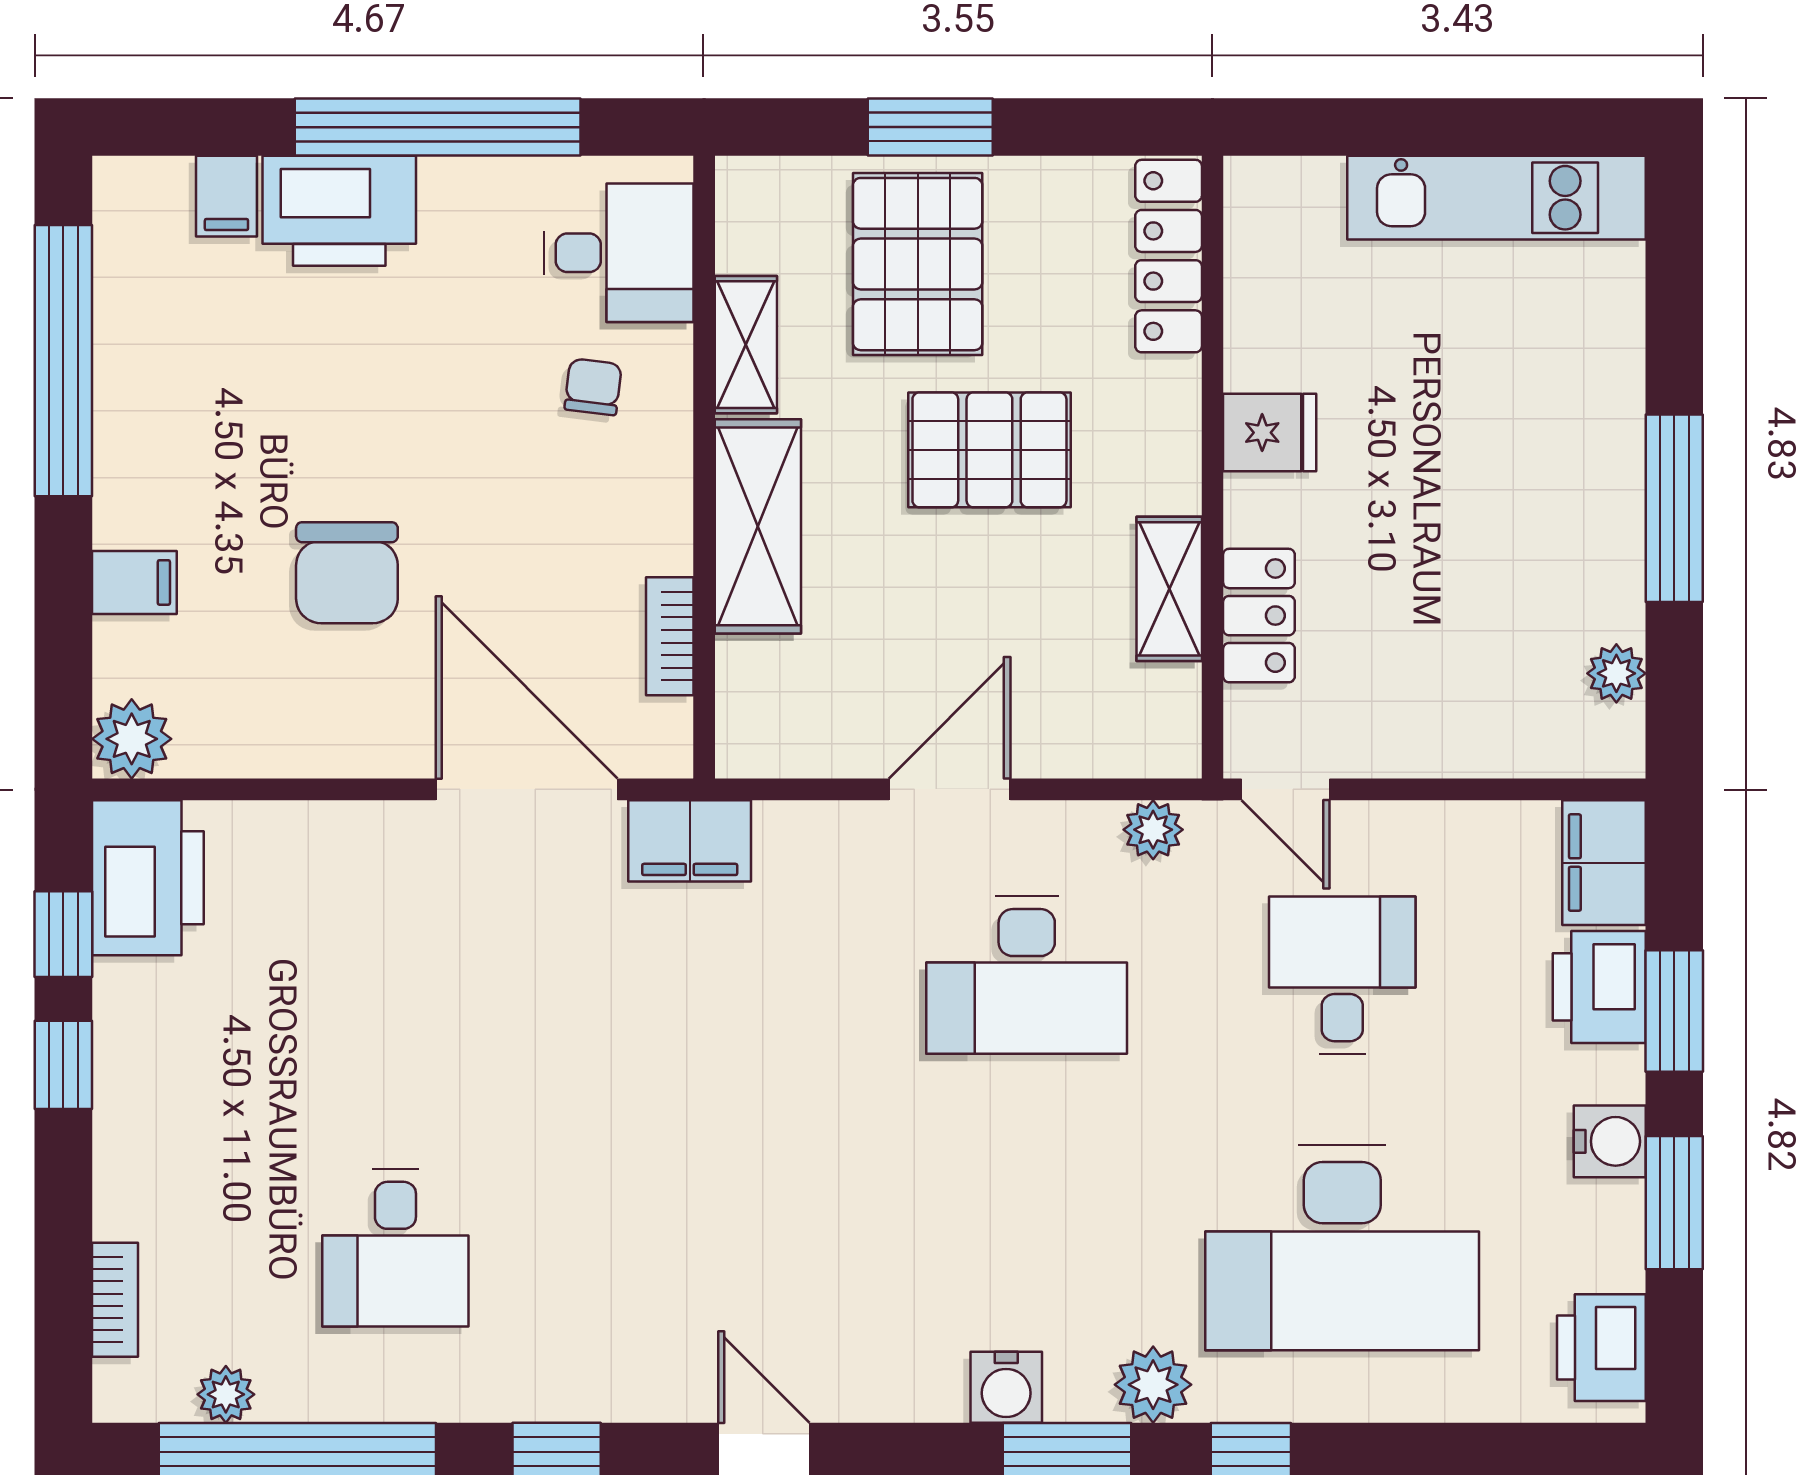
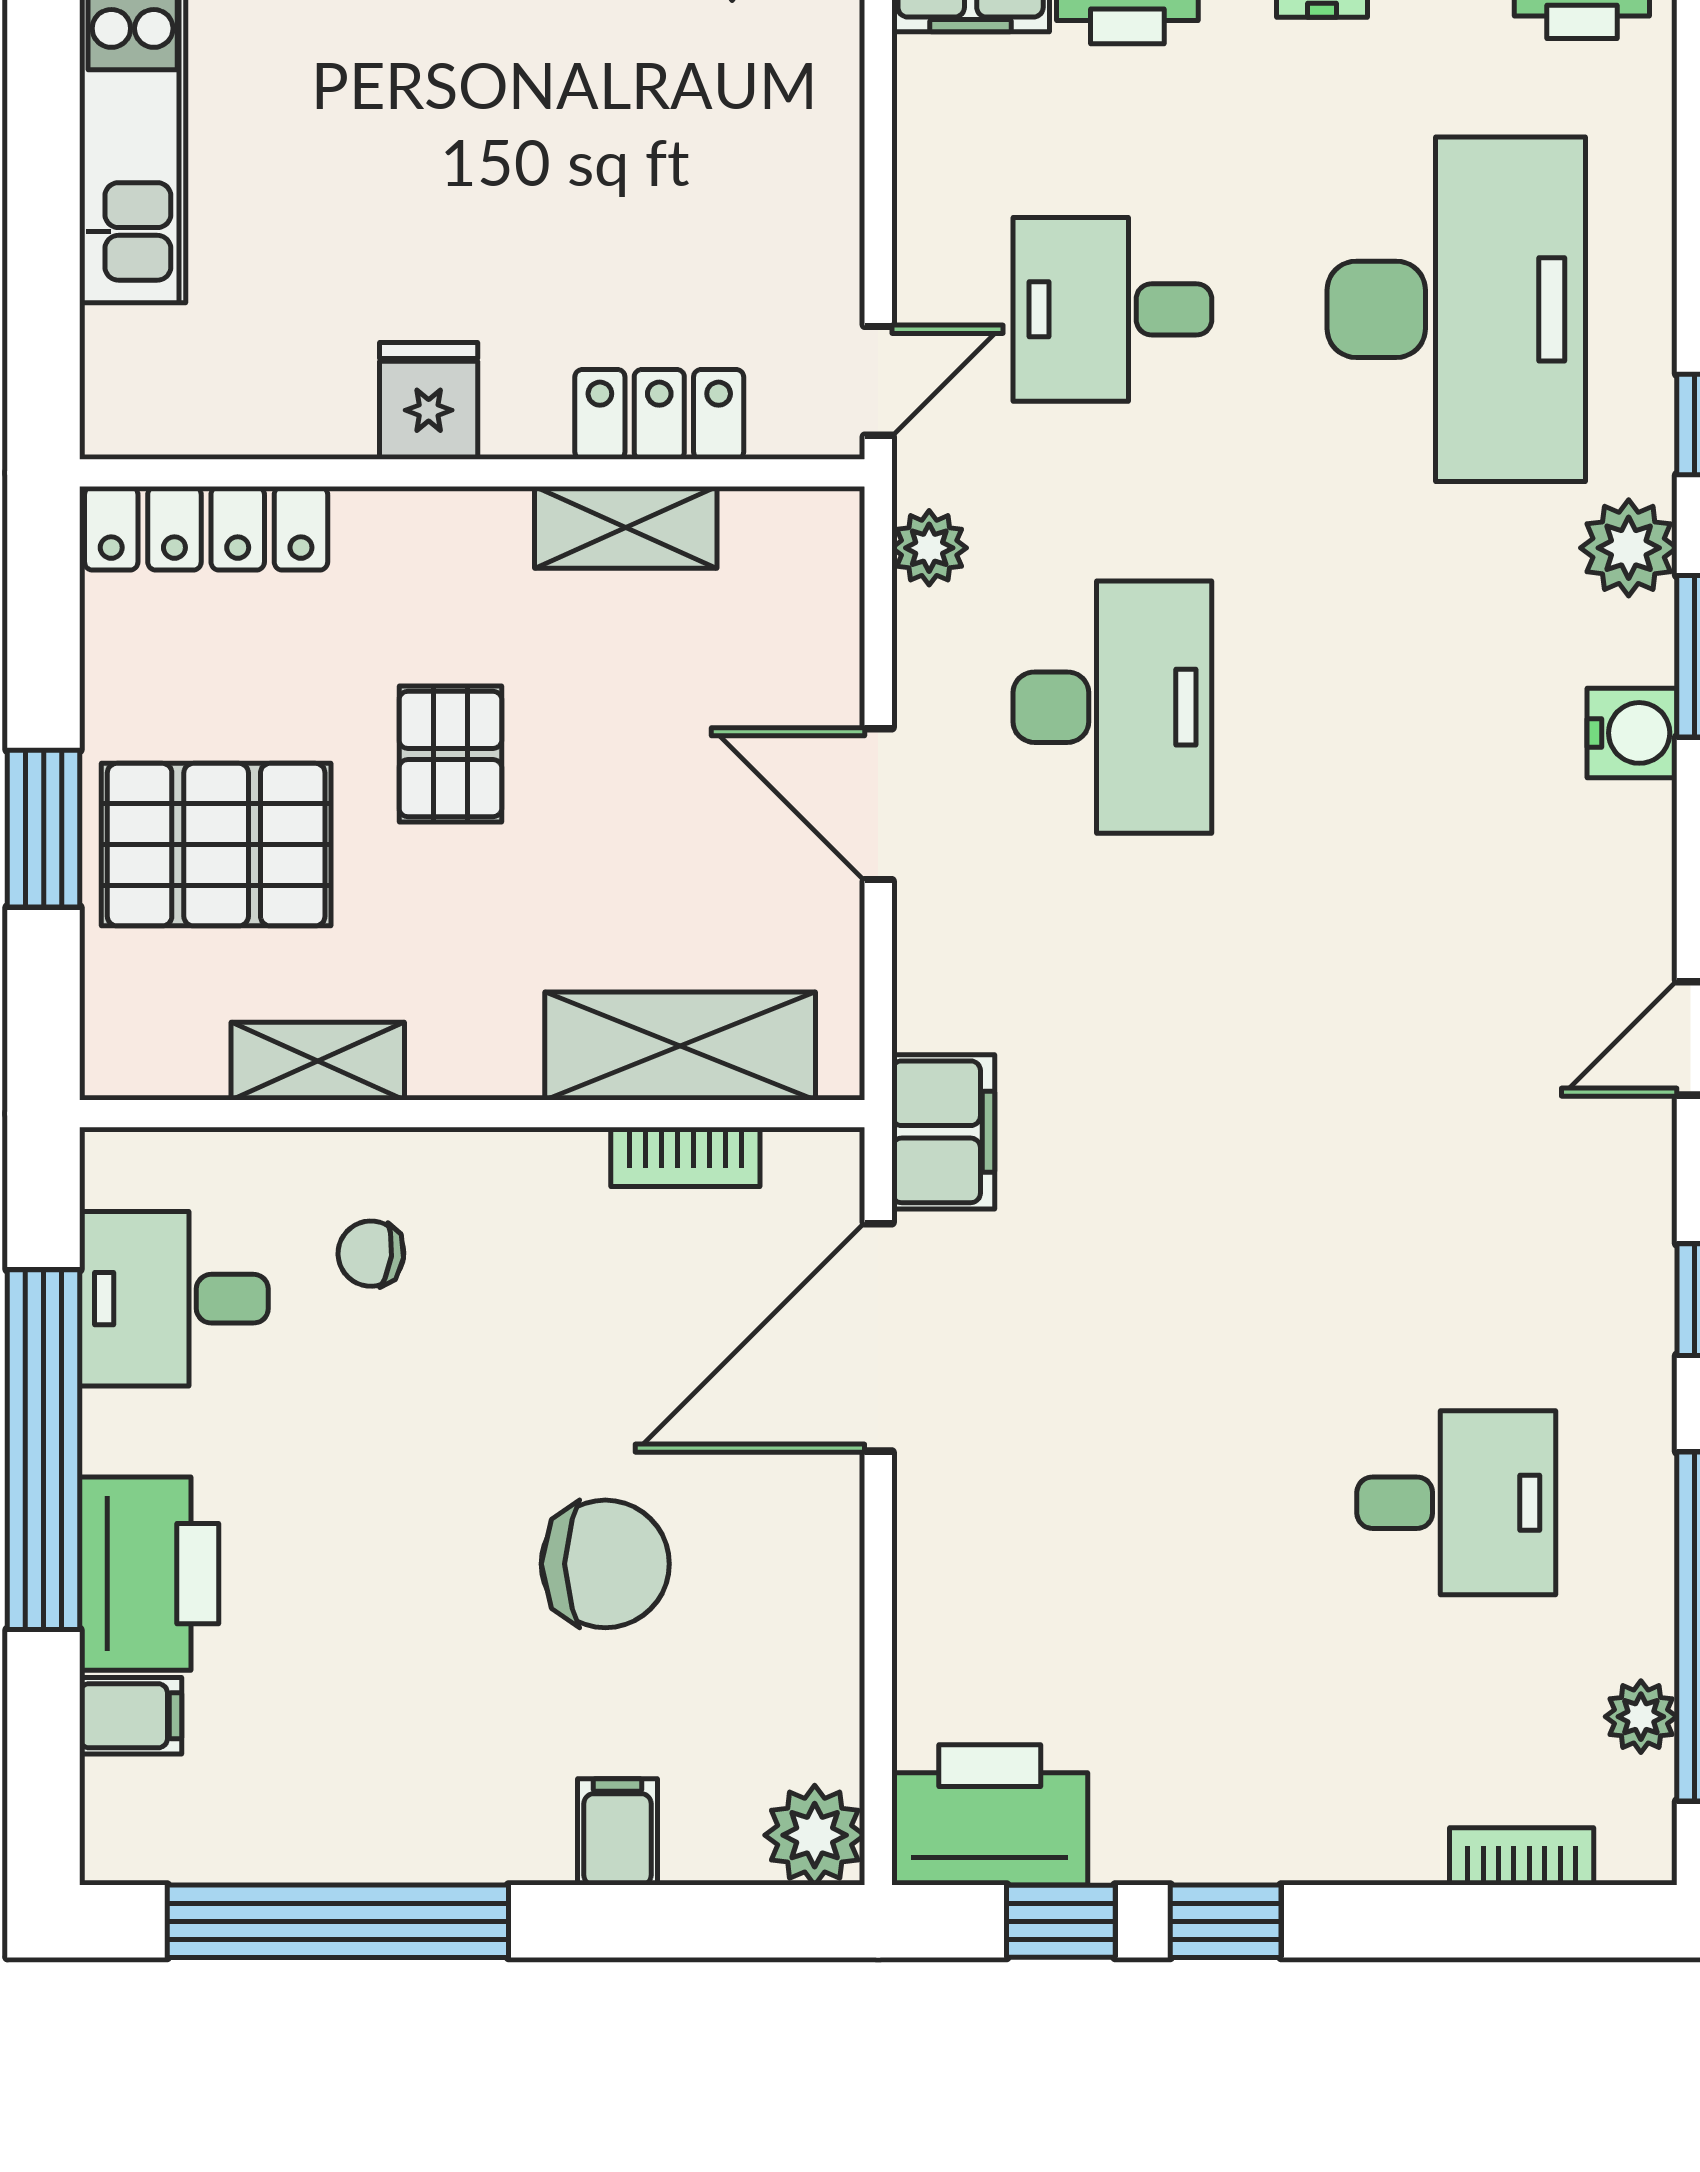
desk: (619, 253) -> (174, 1299), moved, turned -90
pallet: (989, 450) -> (450, 754), width x0.67, depth x0.71
shelving: (758, 526) -> (680, 1046), moved

